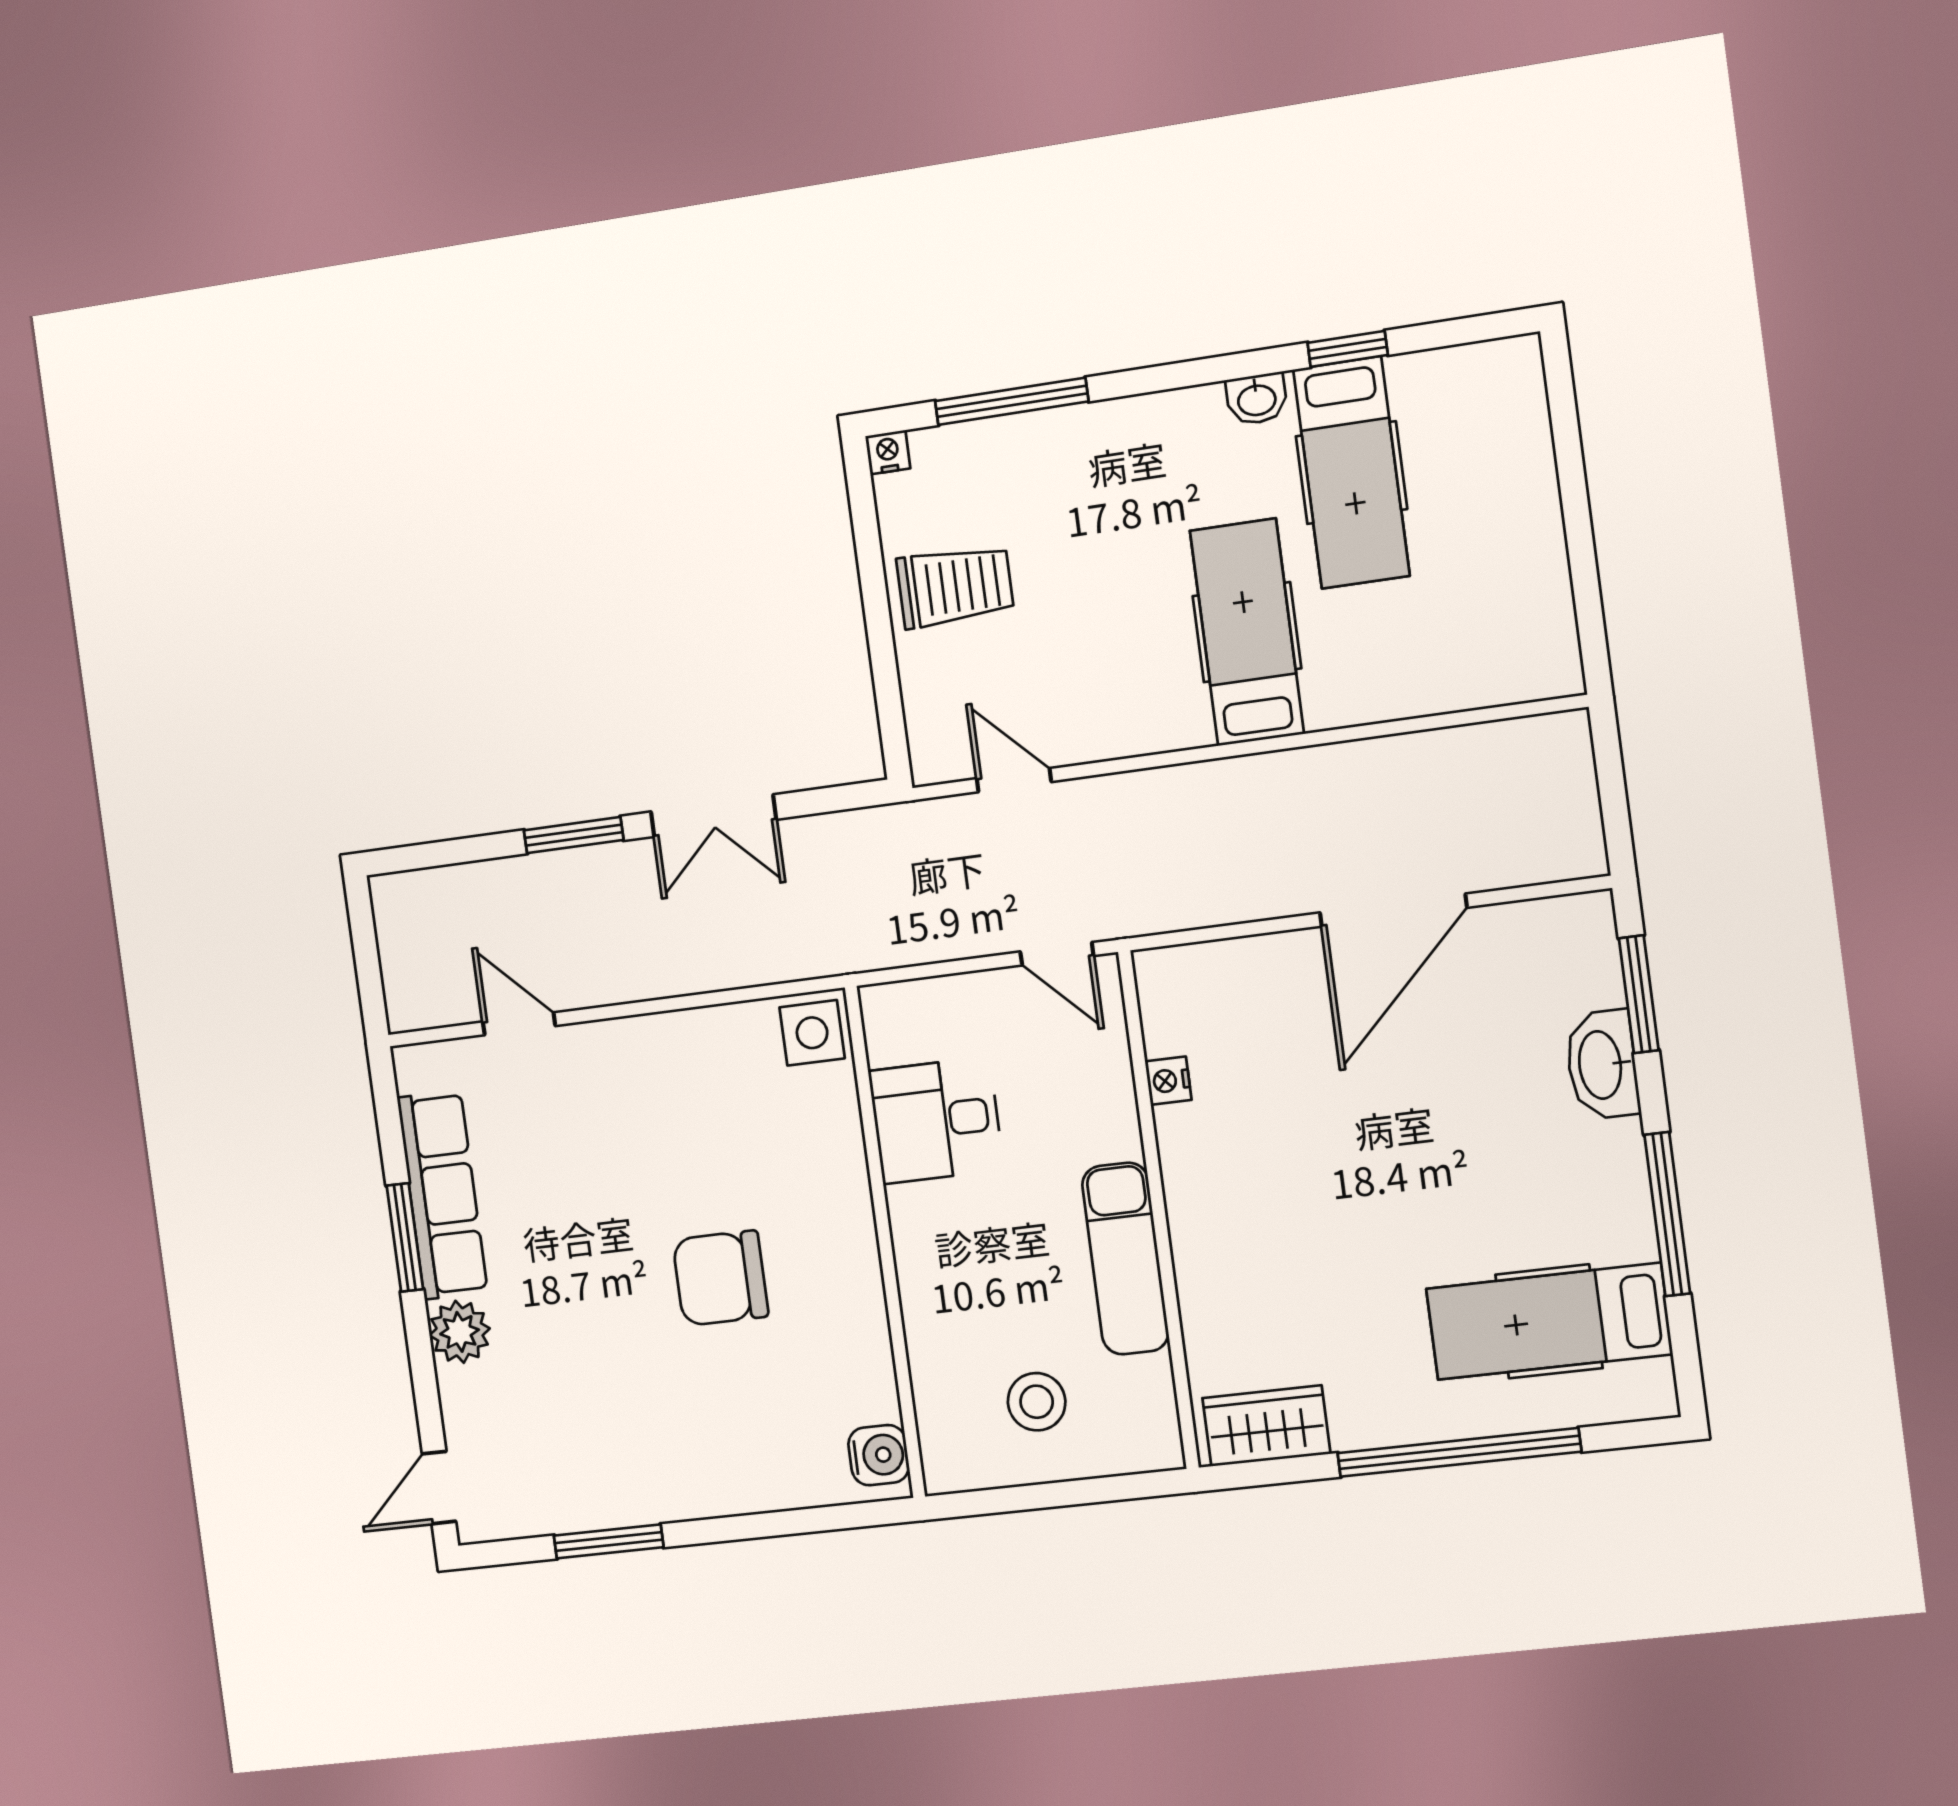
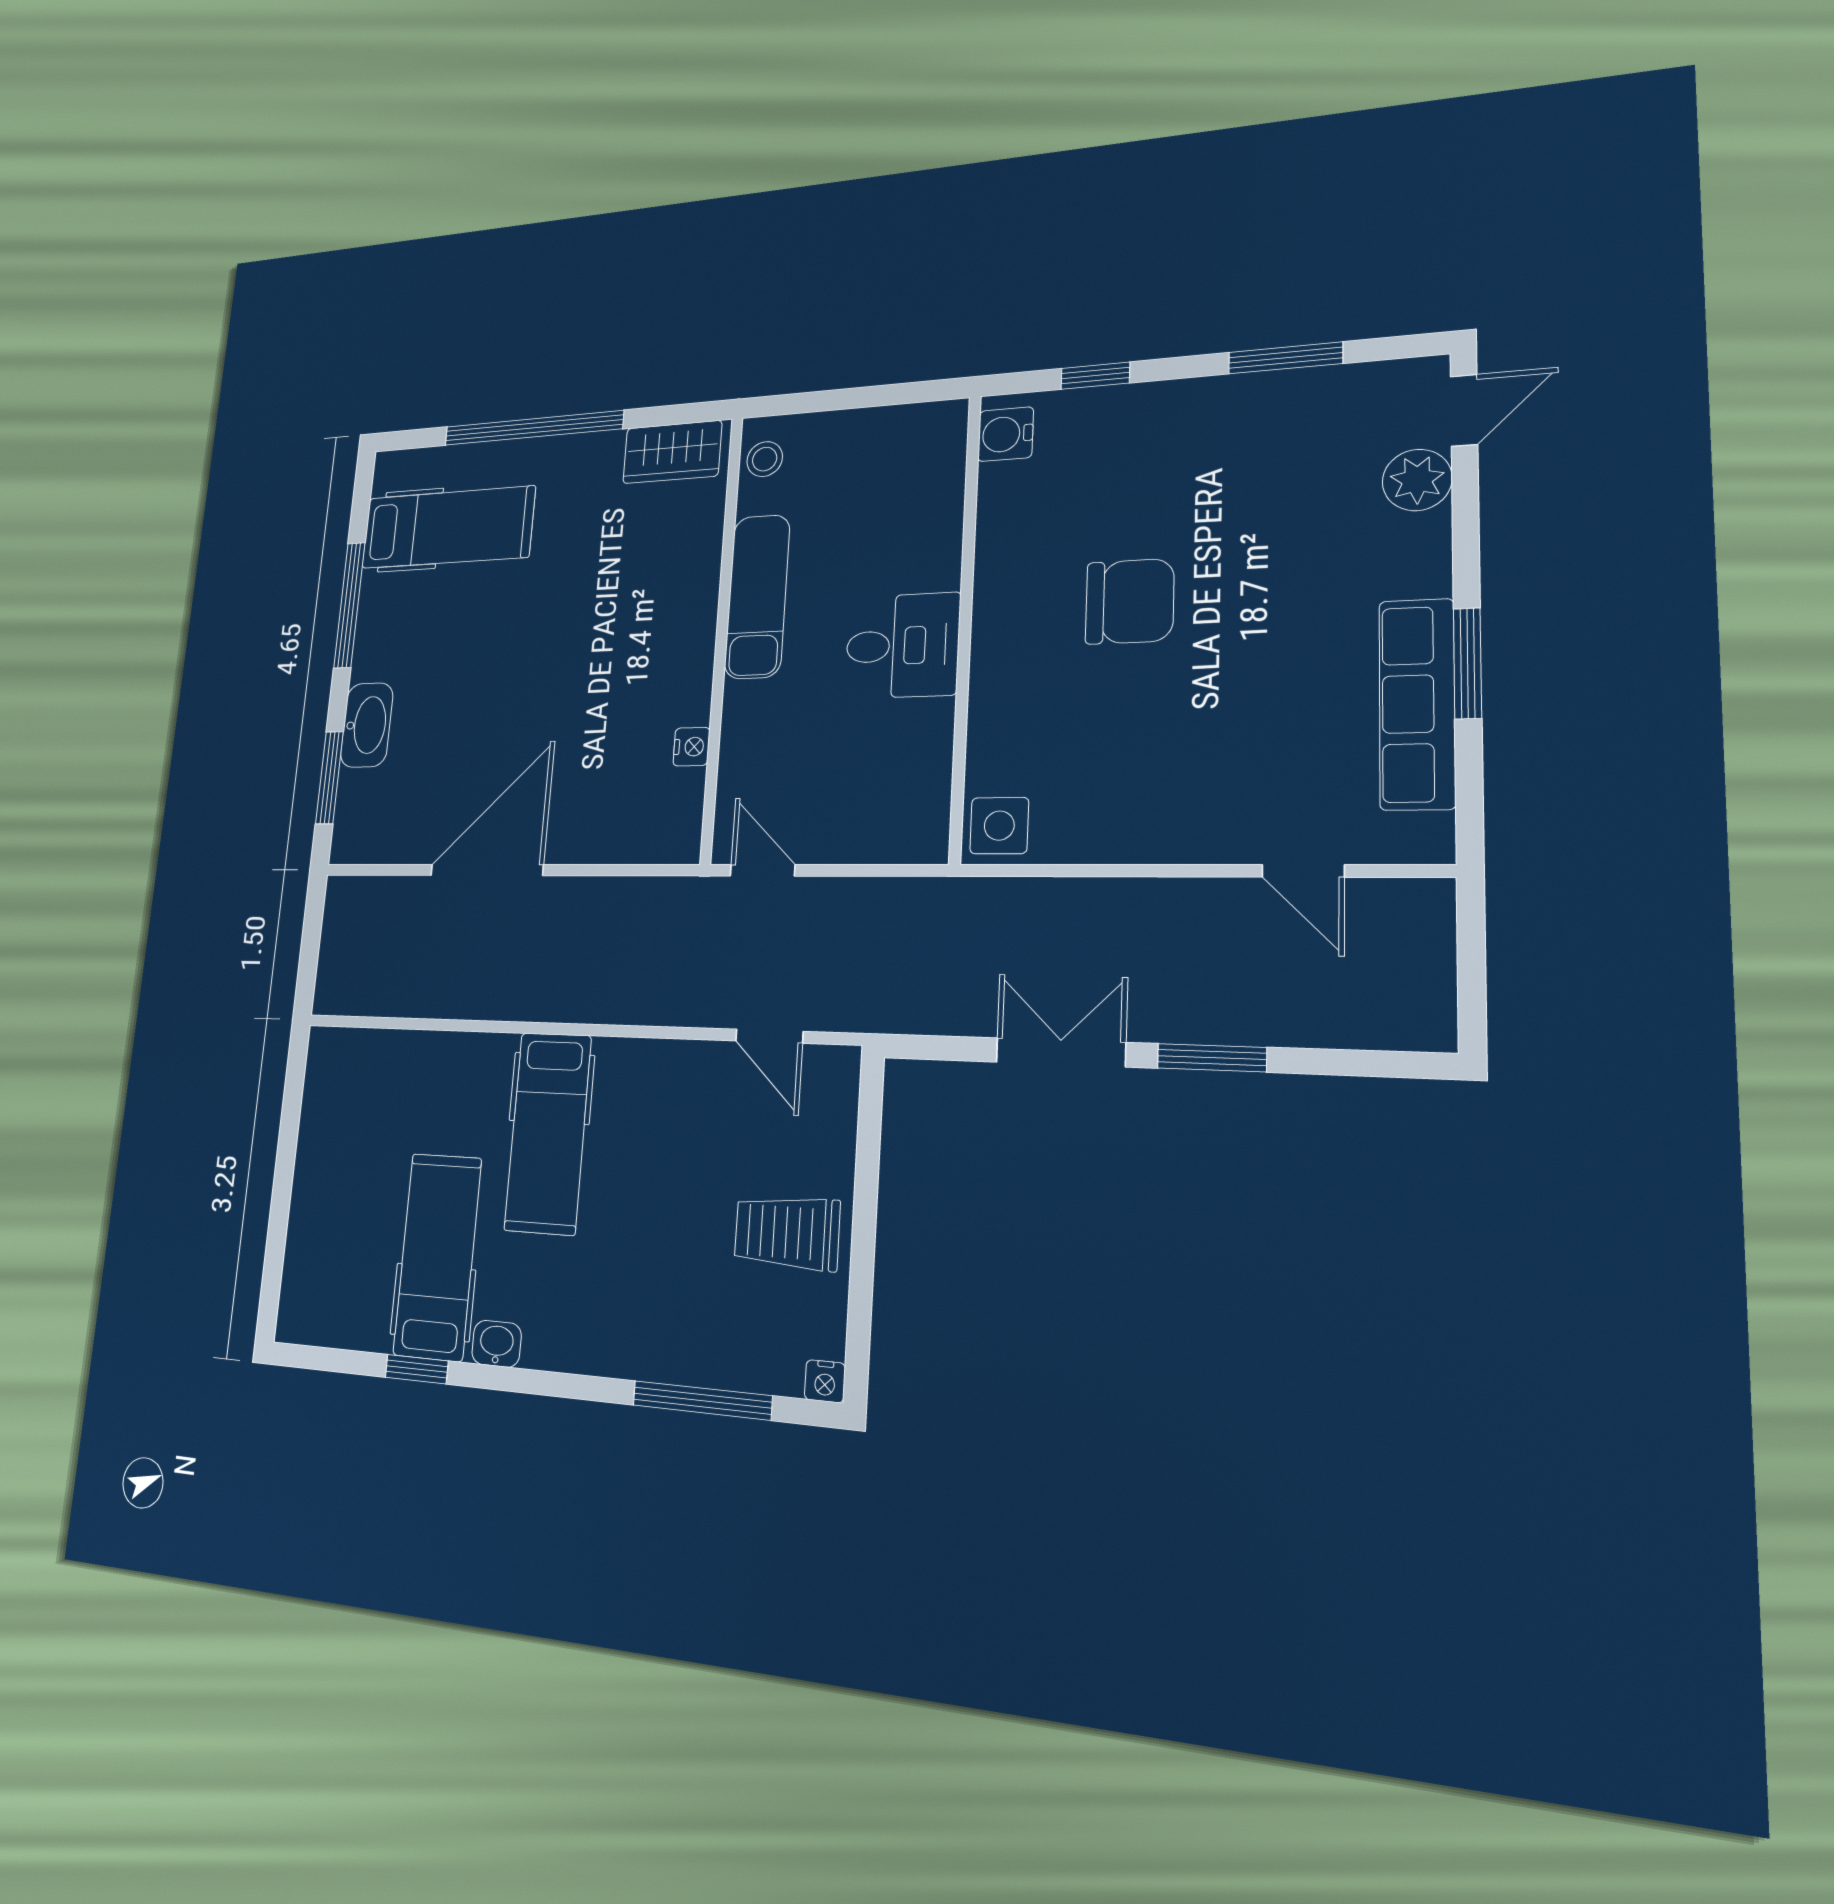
desk: (936, 1120) -> (902, 646), moved
plant: (460, 1332) -> (1417, 480), moved
stool: (1037, 1402) -> (765, 459), moved, width x0.73, depth x0.73
window: (795, 1522) -> (1095, 376), added

